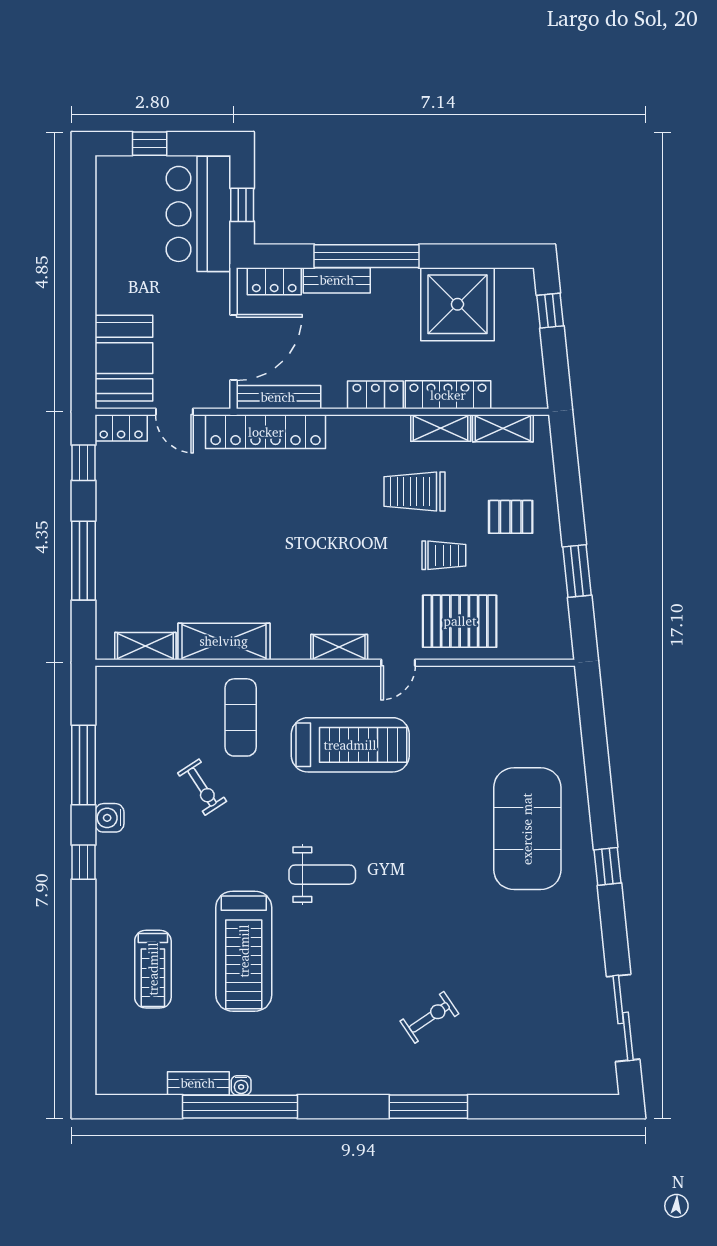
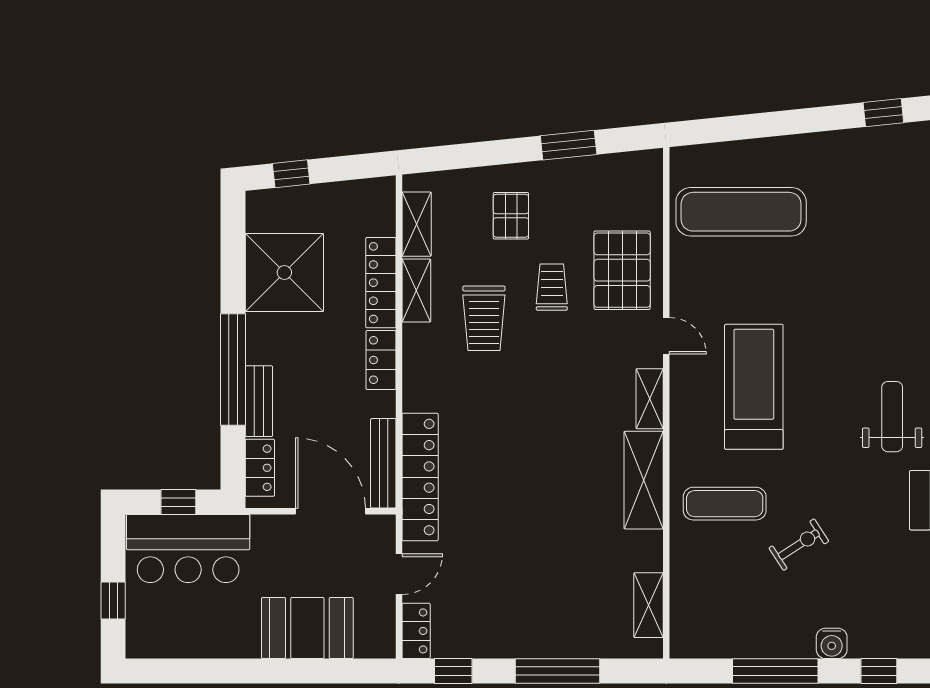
booth: (124, 358) -> (307, 628), moved
shelving: (224, 641) -> (644, 480), moved
exercise mat: (527, 829) -> (741, 212), moved, width x0.68

